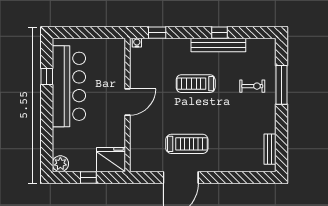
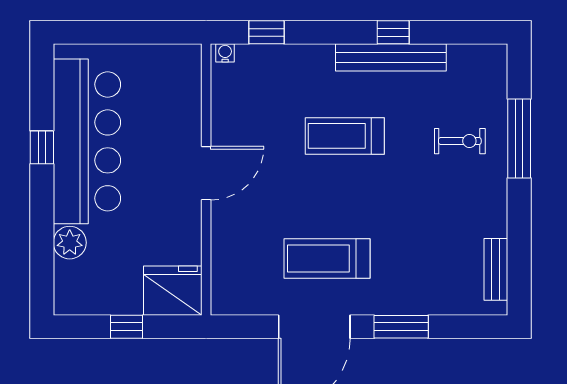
window: (47, 77) -> (42, 147), moved
treadmill: (187, 144) -> (327, 259), turned 180
plant: (60, 164) -> (70, 243), moved
window: (223, 177) -> (401, 327), added

